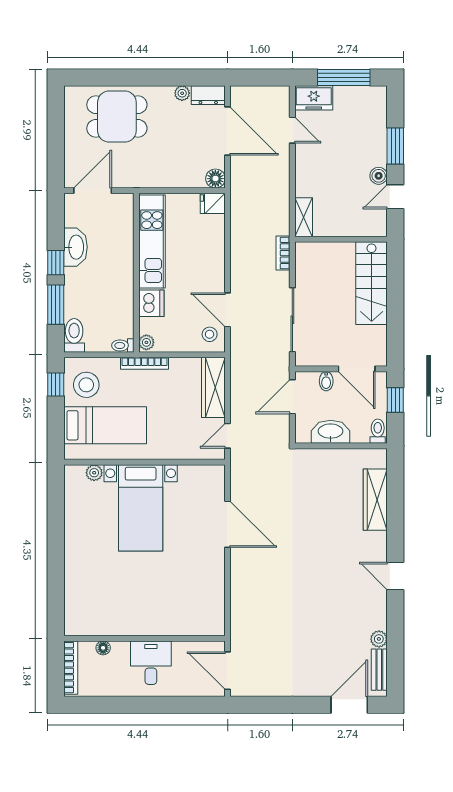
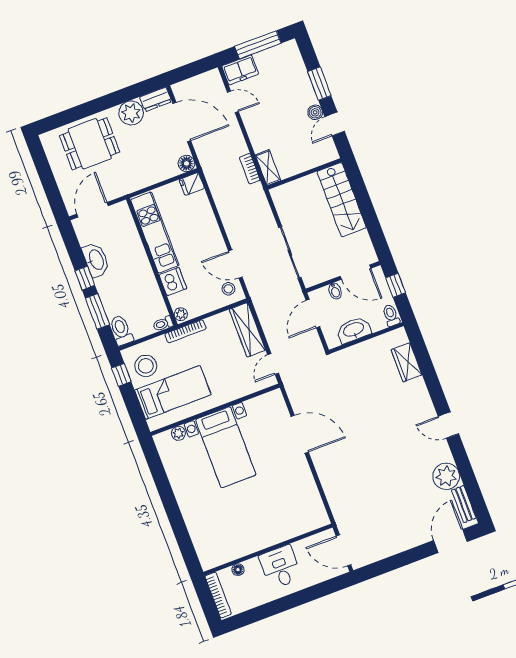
plant: (182, 93) -> (131, 113), width x1.88, depth x1.88
bookcase: (283, 253) -> (250, 169), moved
wardrobe: (375, 500) -> (407, 362), width x0.67
plant: (379, 639) -> (446, 476), width x1.88, depth x1.88

